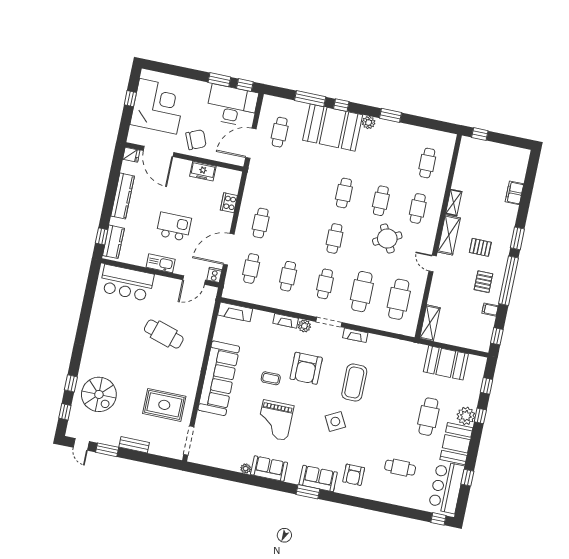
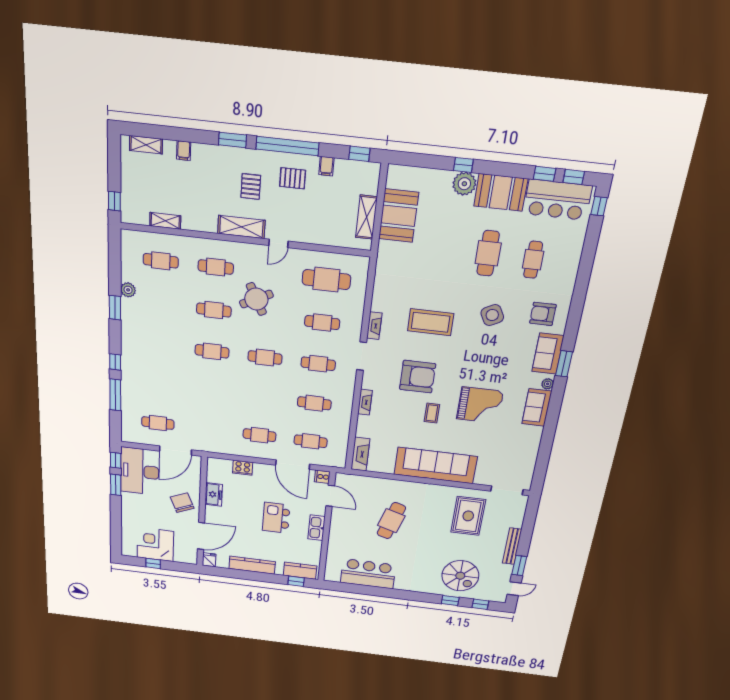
corner desk: (158, 106) -> (155, 544), width x0.74, depth x0.74
plant: (369, 123) -> (128, 290), moved
booth: (333, 128) -> (142, 369), removed
door: (251, 143) -> (176, 451), hinge flipped
shelving: (521, 169) -> (146, 145), added
filing cabinet: (514, 193) -> (184, 151), width x0.50
shelving: (454, 203) -> (165, 221), moved
bar counter: (127, 283) -> (368, 574), moved, turned -90
cafe table: (362, 292) -> (322, 323), width x0.73, depth x0.74
shelving: (430, 323) -> (366, 217), moved, turned 90
plant: (304, 326) -> (369, 382), removed
window: (487, 386) -> (574, 177), moved
spiral stairs: (99, 394) -> (460, 576), turned 90
cafe table: (428, 417) -> (488, 253), moved, turned 90
side table: (335, 421) -> (492, 315), moved
bench: (134, 445) -> (512, 546), width x1.36
plant: (246, 469) -> (548, 384), moved
armchair: (354, 475) -> (543, 314), turned 180

